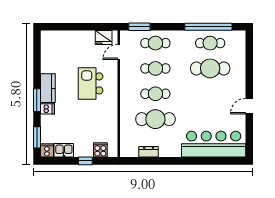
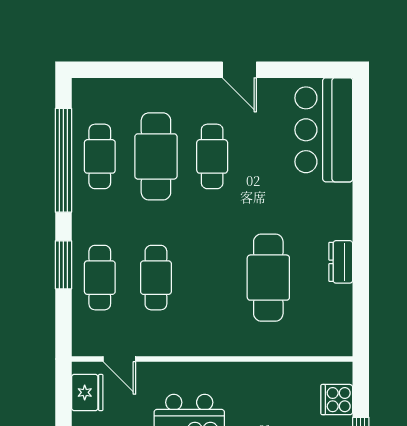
window: (139, 27) -> (63, 265), moved
cafe table: (155, 94) -> (212, 156), moved
bar counter: (214, 144) -> (324, 130), width x0.73
dresser: (149, 152) -> (341, 262), moved

